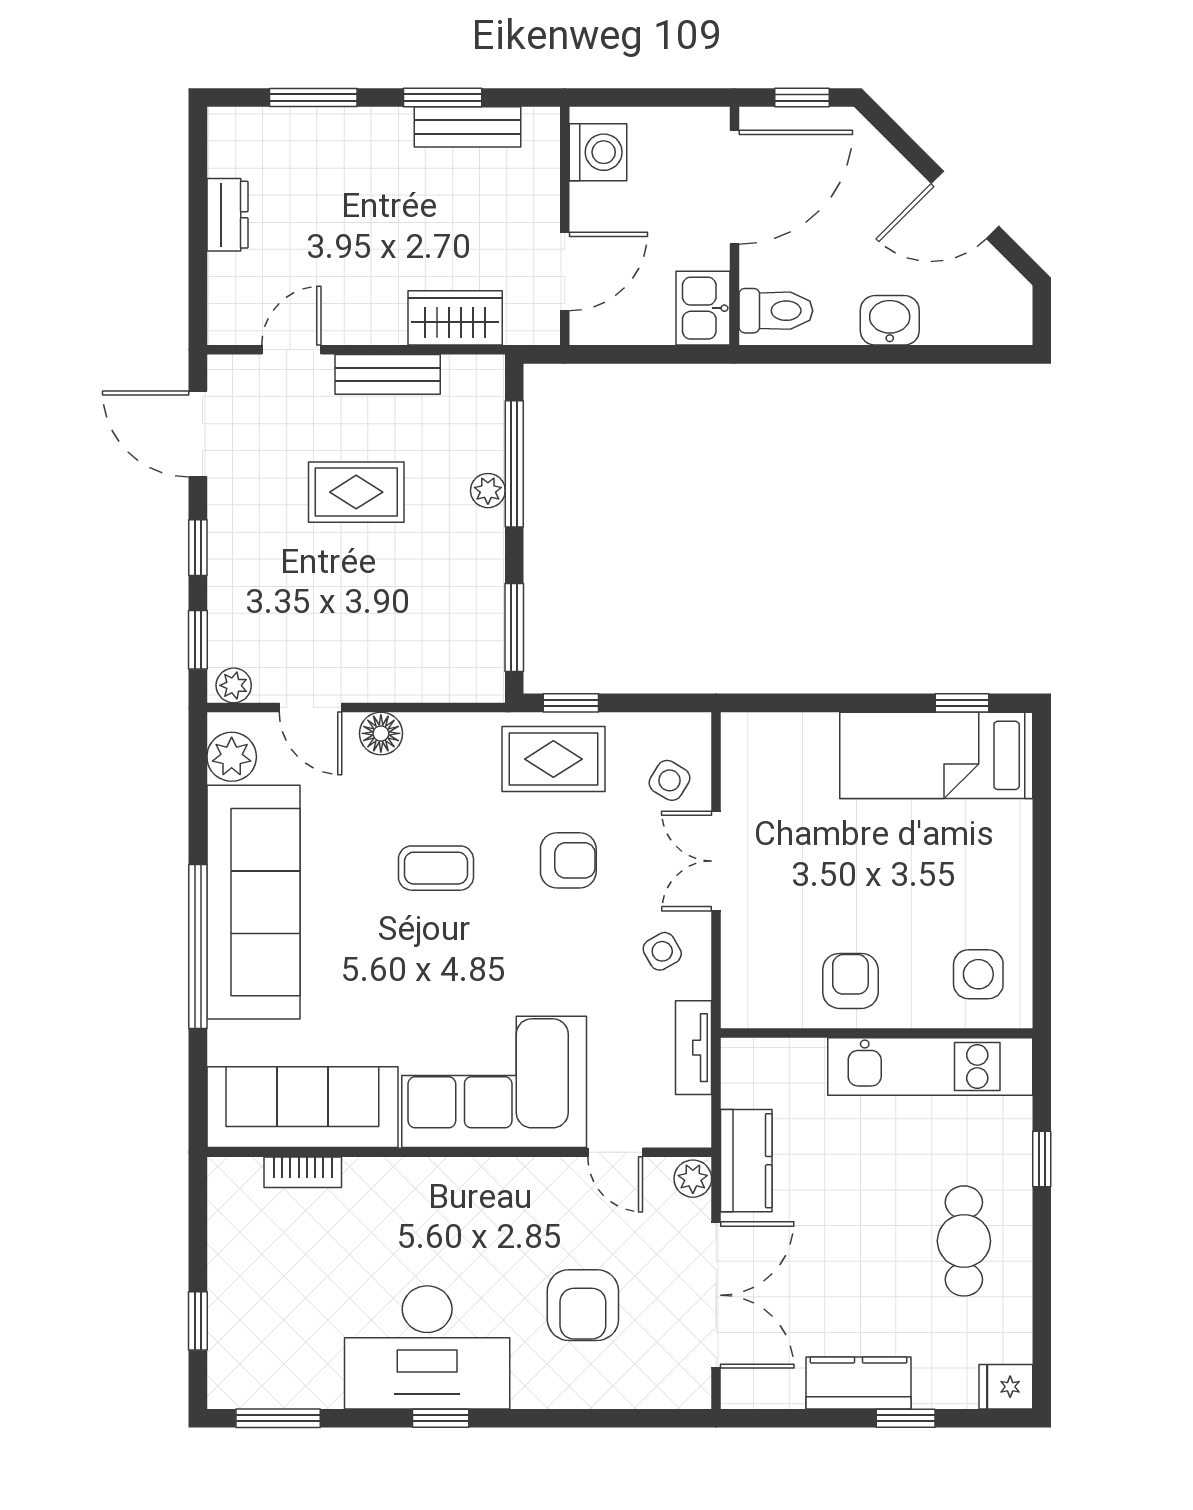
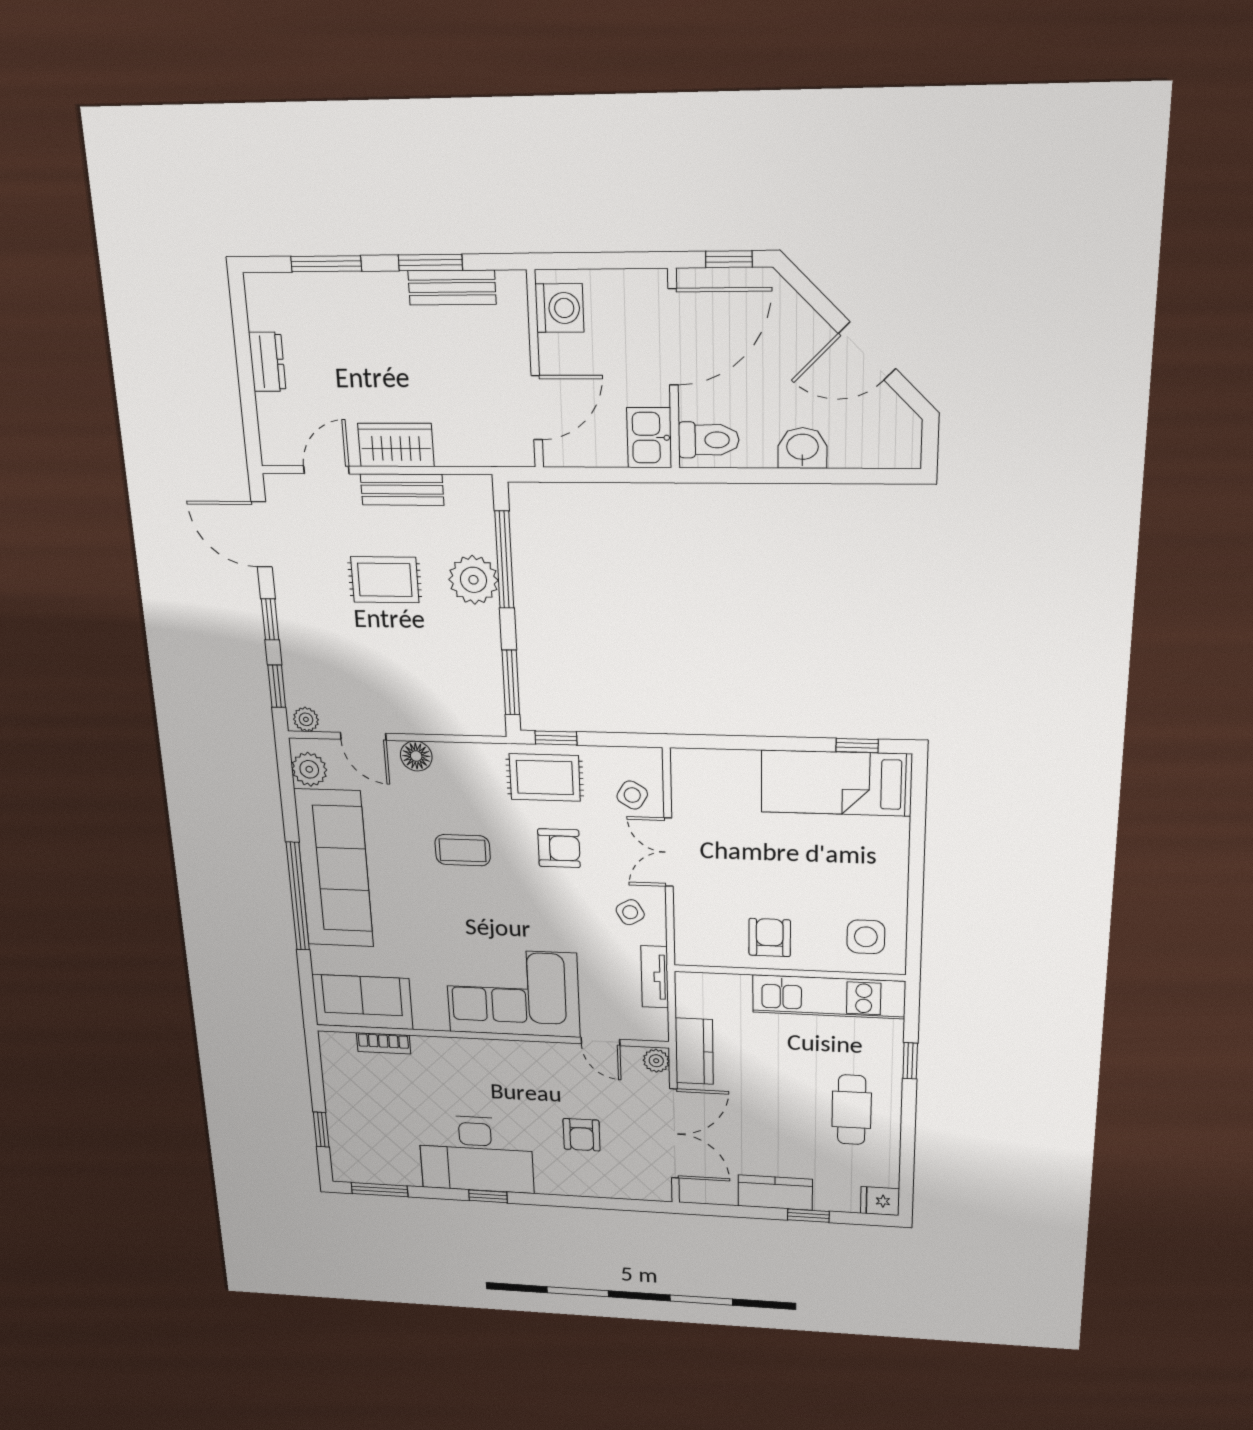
wardrobe: (455, 318) -> (396, 445), moved
plant: (488, 491) -> (473, 580), width x1.88, depth x1.88
sofa: (302, 1107) -> (362, 1002), width x0.73
armchair: (583, 1305) -> (582, 1135), width x0.72, depth x0.72

